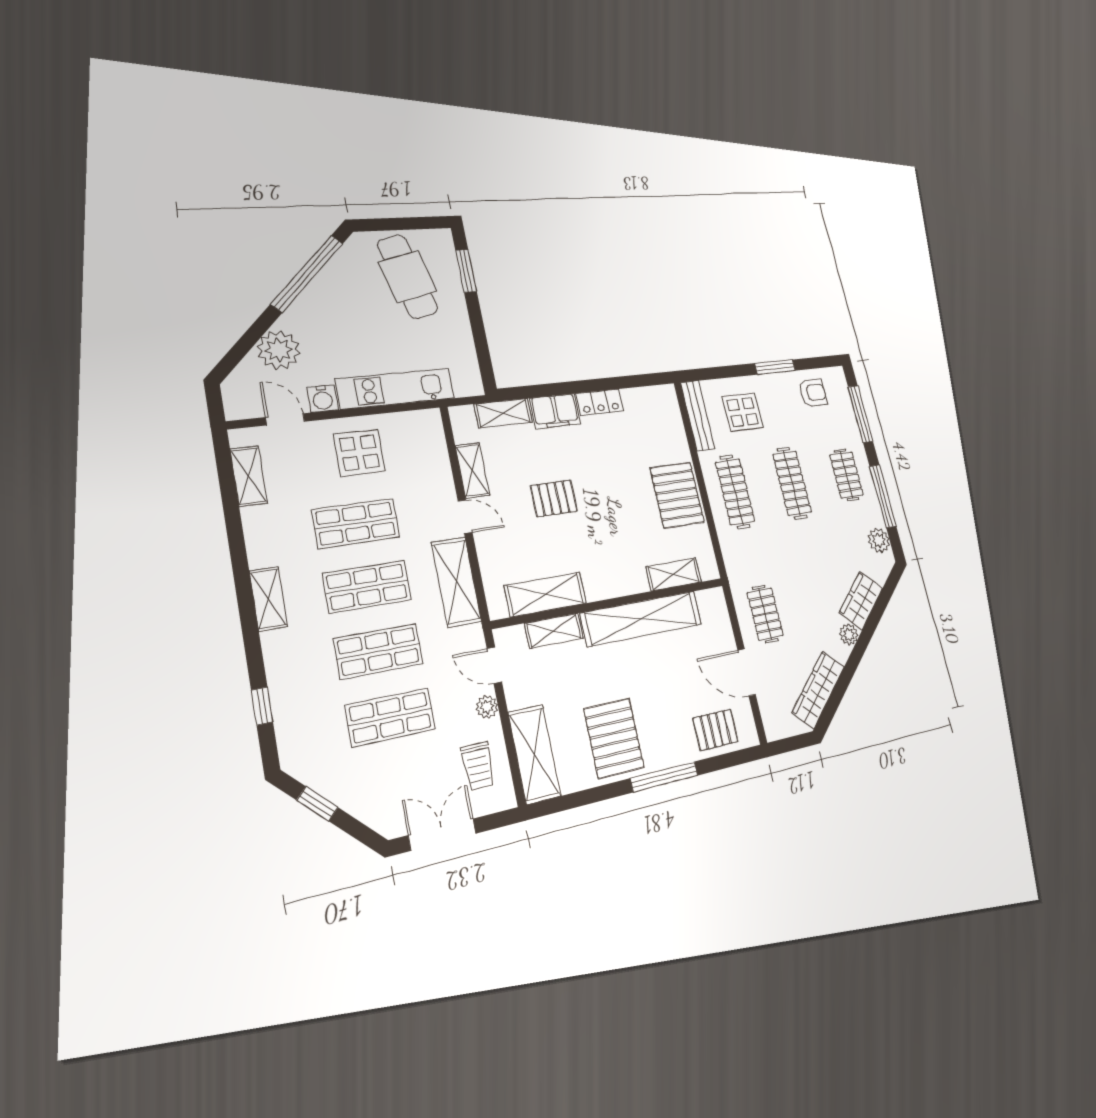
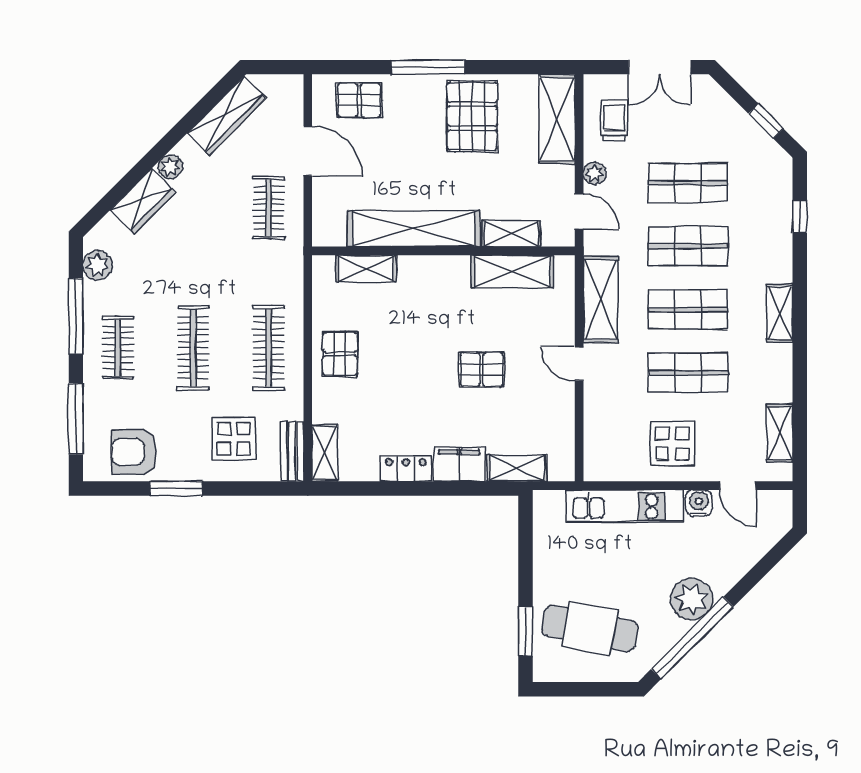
cafe table: (408, 277) -> (590, 628), turned -65
plant: (279, 350) -> (692, 599), moved
armchair: (813, 393) -> (134, 452), width x1.38, depth x1.38
bench: (698, 416) -> (292, 451), width x0.73
shelving: (472, 470) -> (325, 453), moved
pallet: (677, 495) -> (340, 354), width x0.67, depth x0.71

